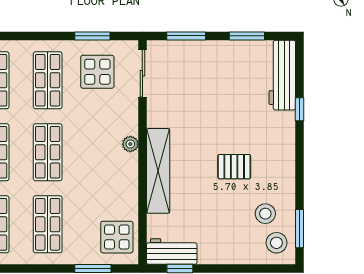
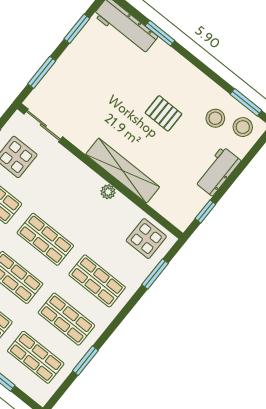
window: (300, 109) -> (160, 33), width x1.50
plant: (130, 144) -> (108, 192), moved
pallet: (234, 167) -> (164, 113), turned 90
workbench: (172, 251) -> (218, 171), moved

